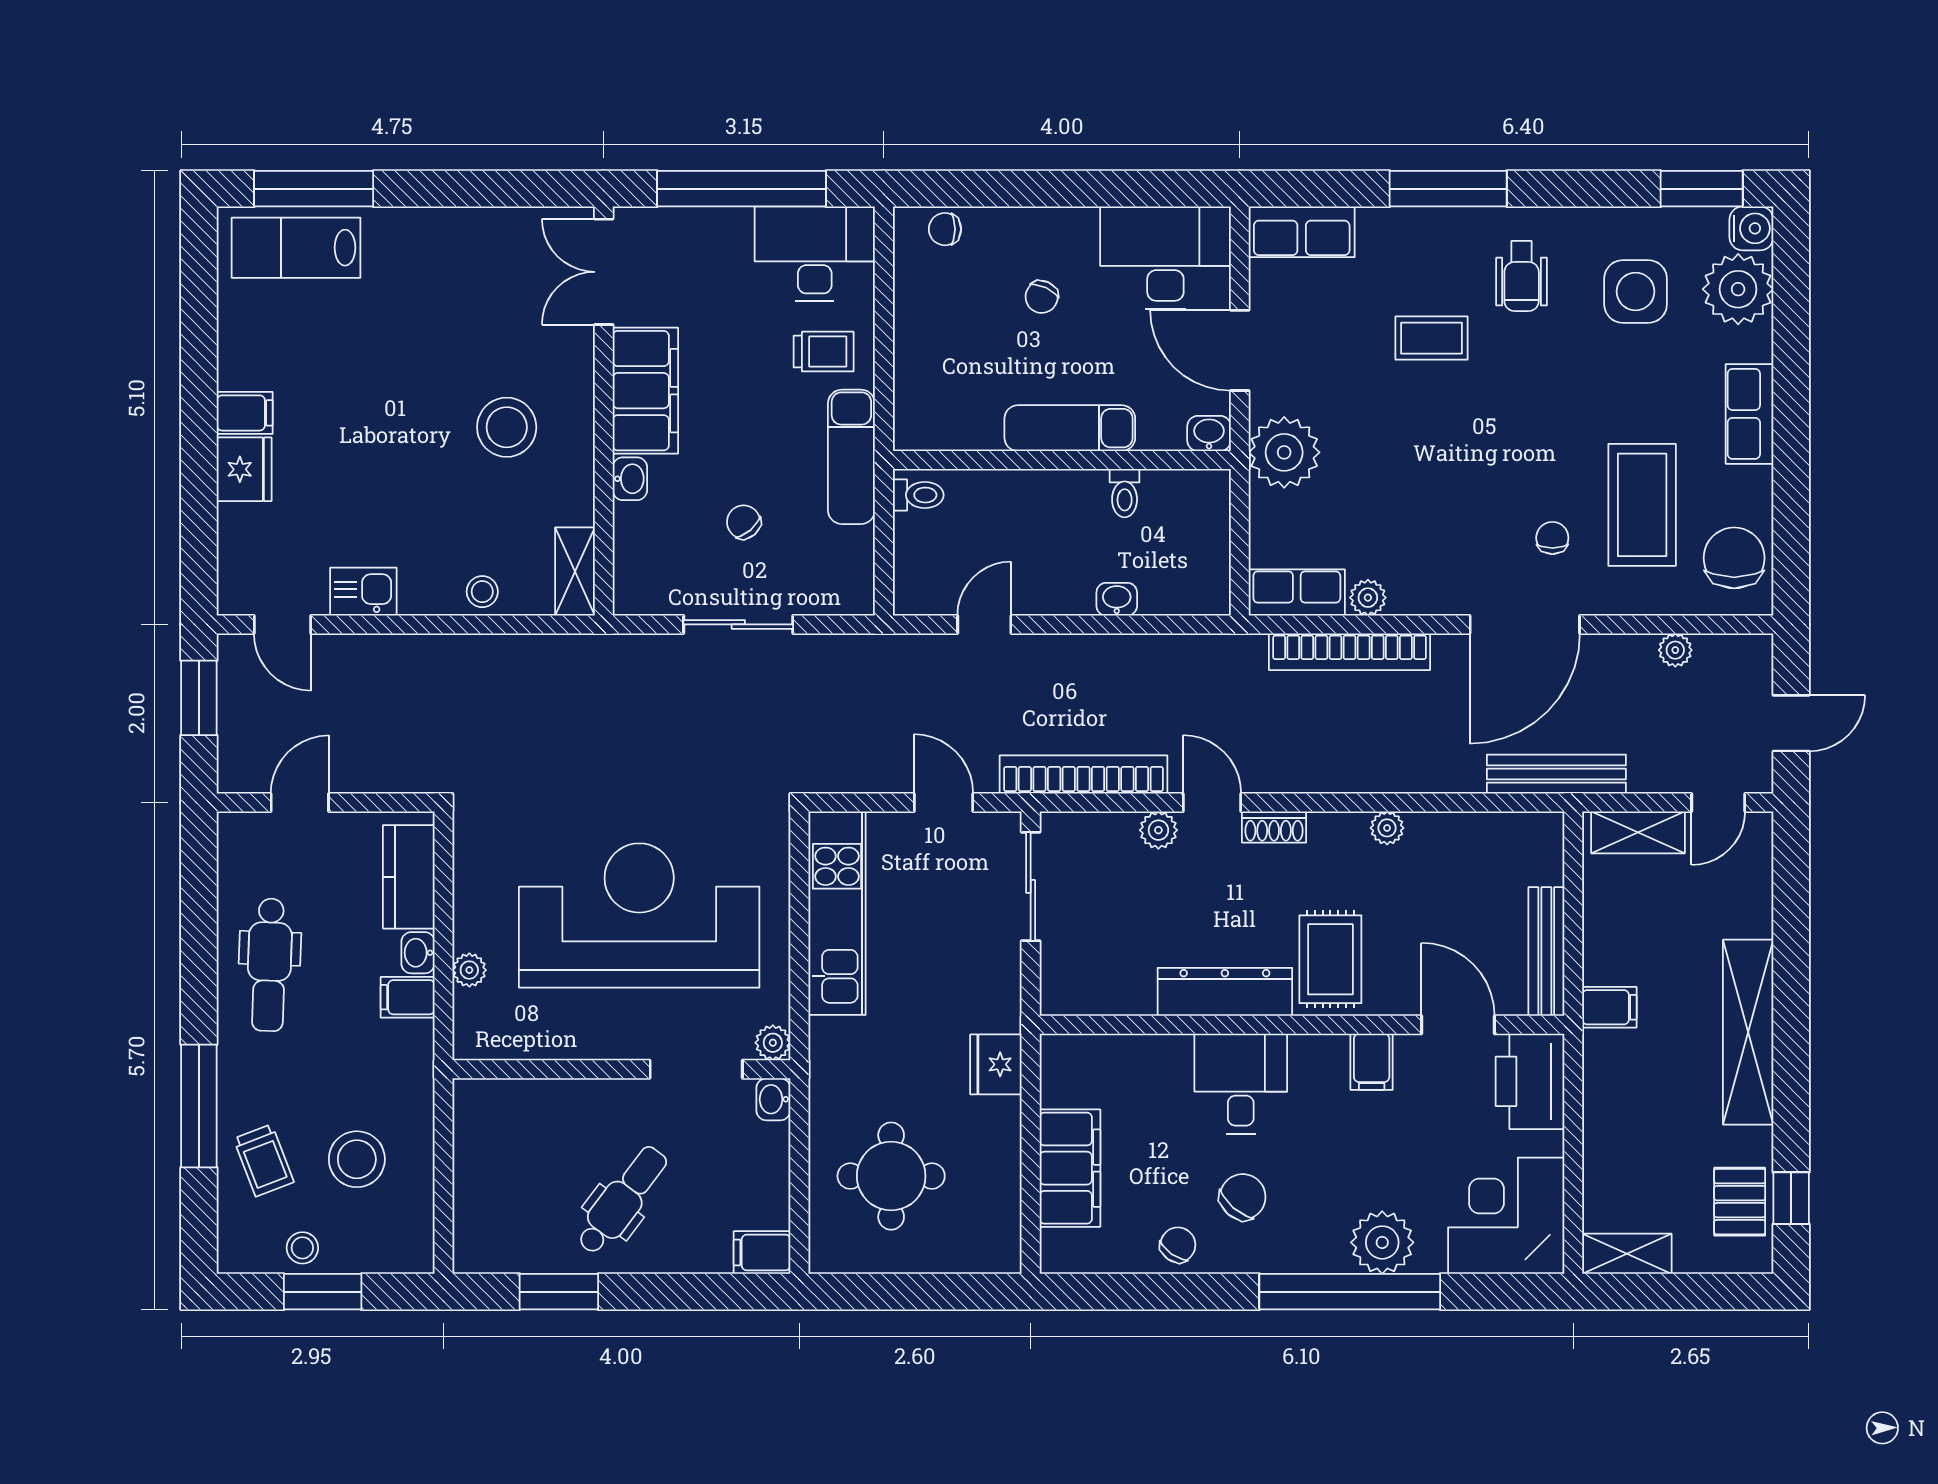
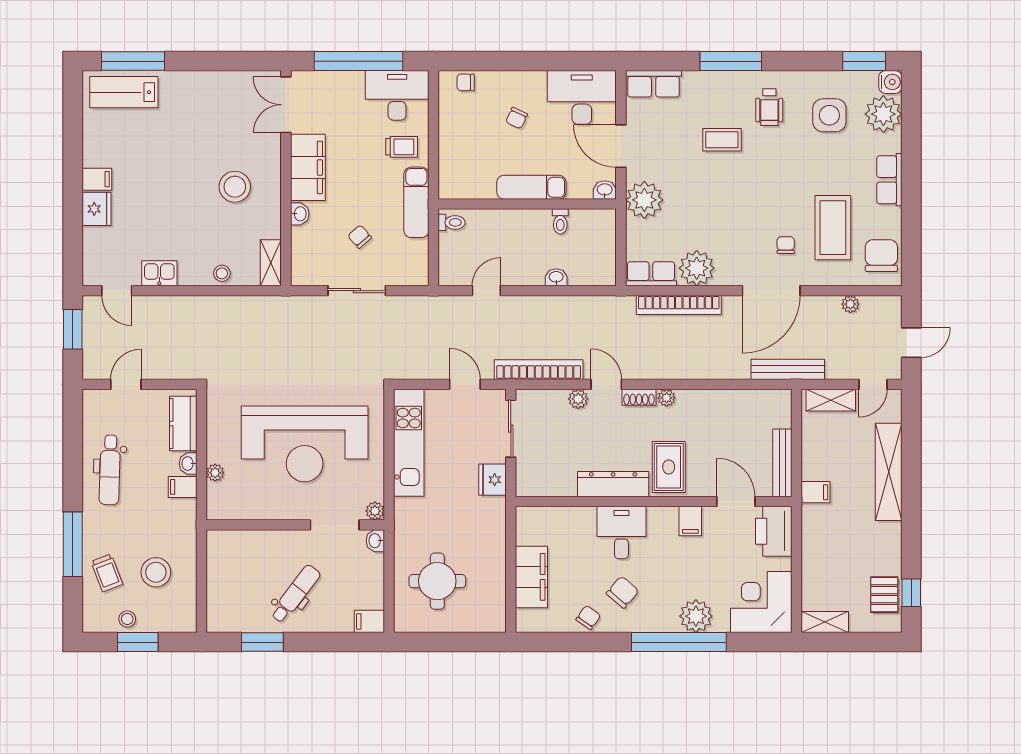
plant: (1368, 598) -> (697, 268), width x1.88, depth x1.88
plant: (1387, 828) -> (667, 398), moved
reception desk: (639, 915) -> (305, 444), turned 180
shelving: (1748, 1032) -> (889, 472), moved
fridge: (996, 1064) -> (493, 480), moved

